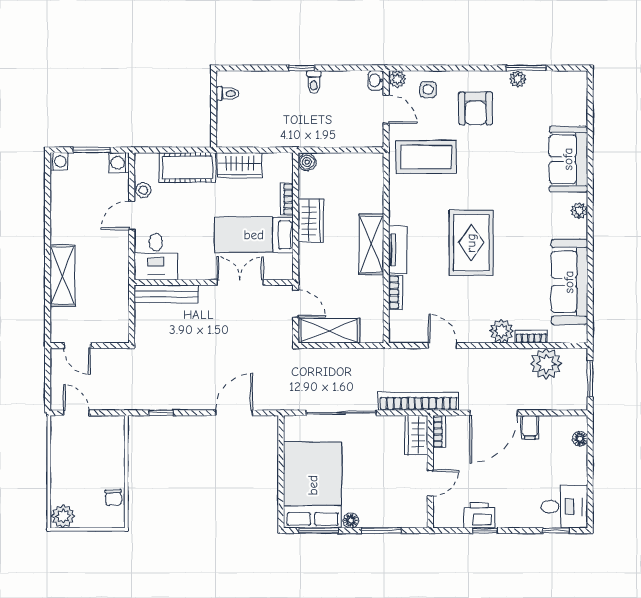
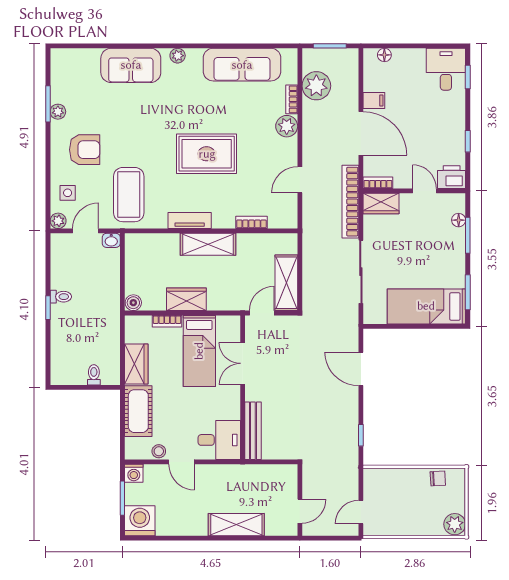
washbasin: (376, 80) -> (111, 240), moved
toilet: (228, 94) -> (94, 375), moved
washing machine: (59, 161) -> (140, 521), width x1.89, depth x1.89
tv unit: (398, 250) -> (190, 220), moved
bed: (313, 485) -> (426, 306), width x0.67
printer: (479, 515) -> (452, 177), moved, turned 90
floor lamp: (351, 520) -> (459, 220), moved

